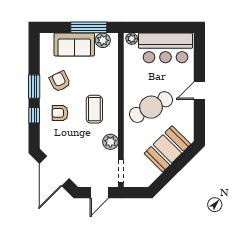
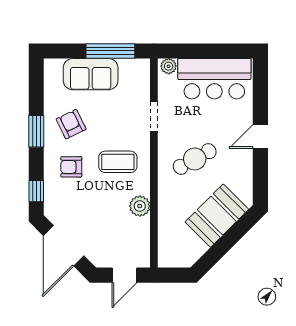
plant: (103, 40) -> (129, 68), removed
cafe table: (151, 107) -> (195, 159), width x0.73, depth x0.74
coffee table: (94, 109) -> (118, 162), turned 90
window: (34, 115) -> (36, 191), moved
doorway: (121, 171) -> (154, 117), moved

